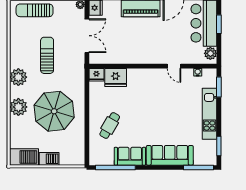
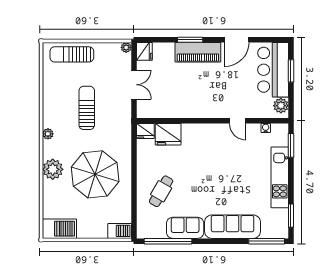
double door: (87, 36) -> (134, 85), width x0.73
plant: (18, 77) -> (48, 134), width x0.53, depth x0.53
barbecue: (49, 159) -> (120, 231), moved

